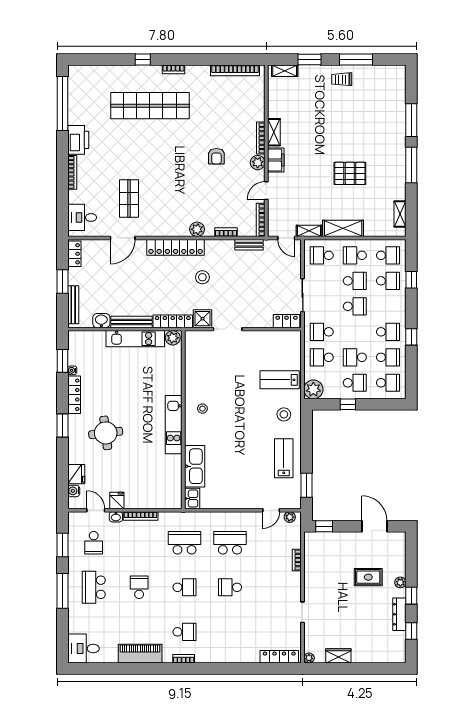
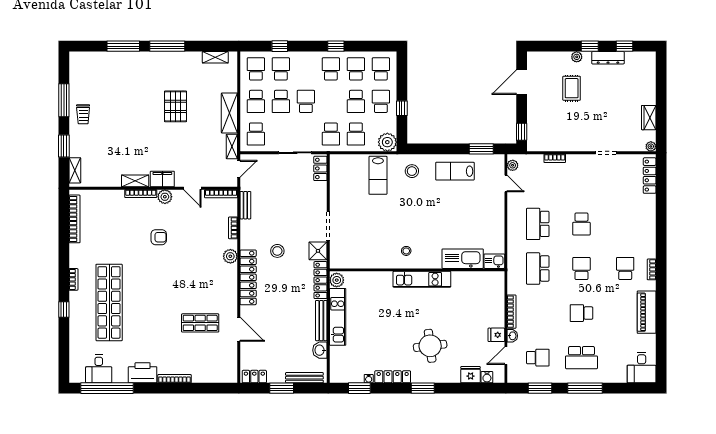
desk: (82, 217) -> (99, 369), moved
school desk: (355, 281) -> (281, 101), turned 180

